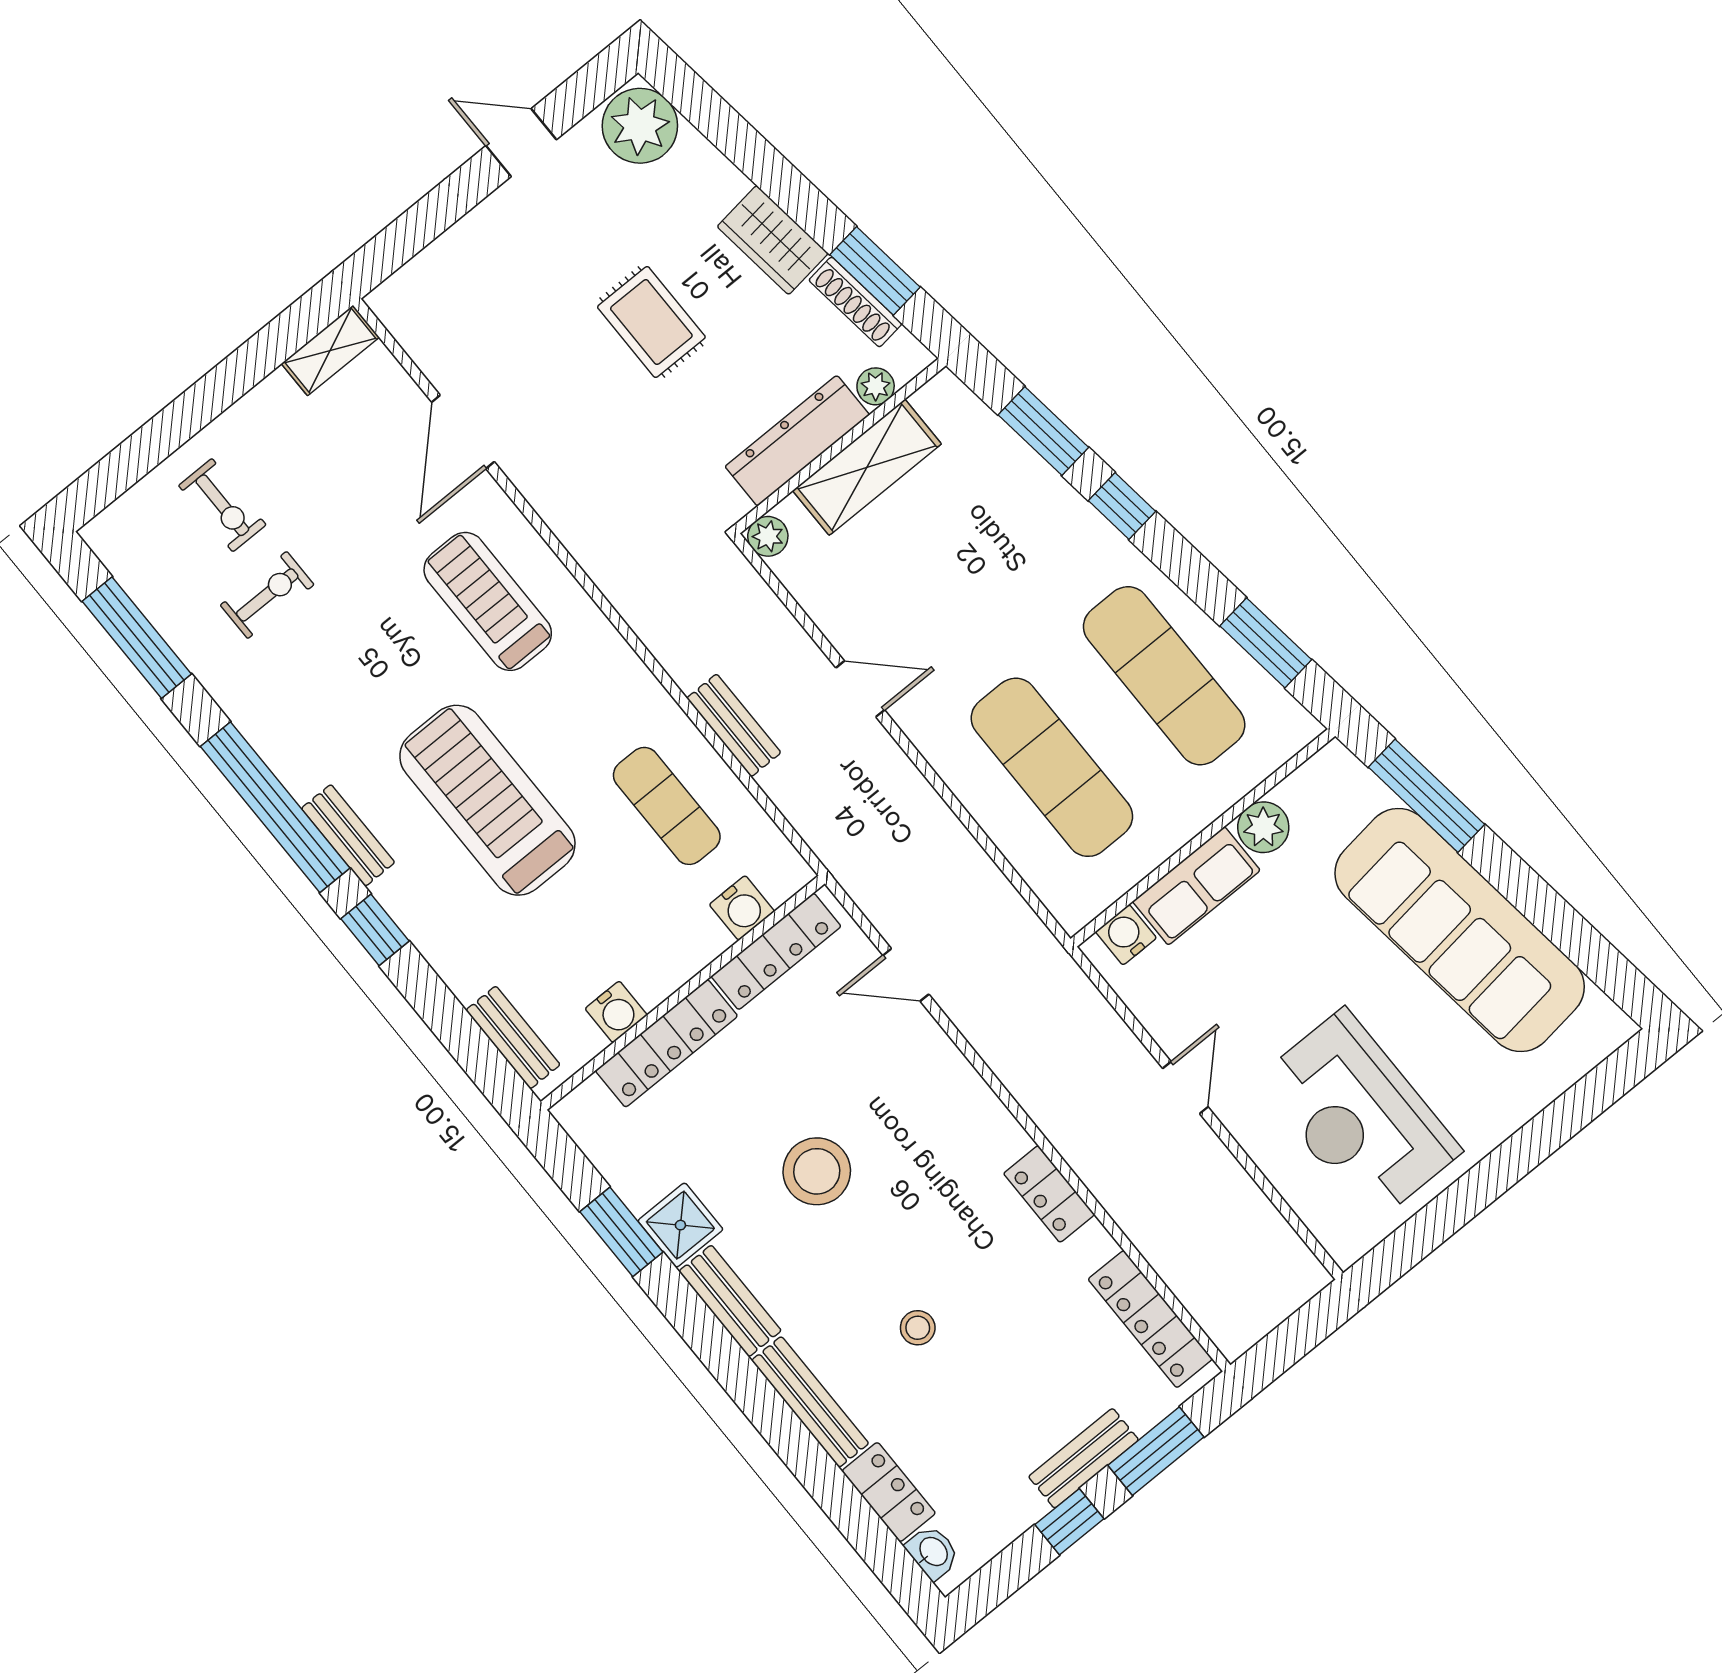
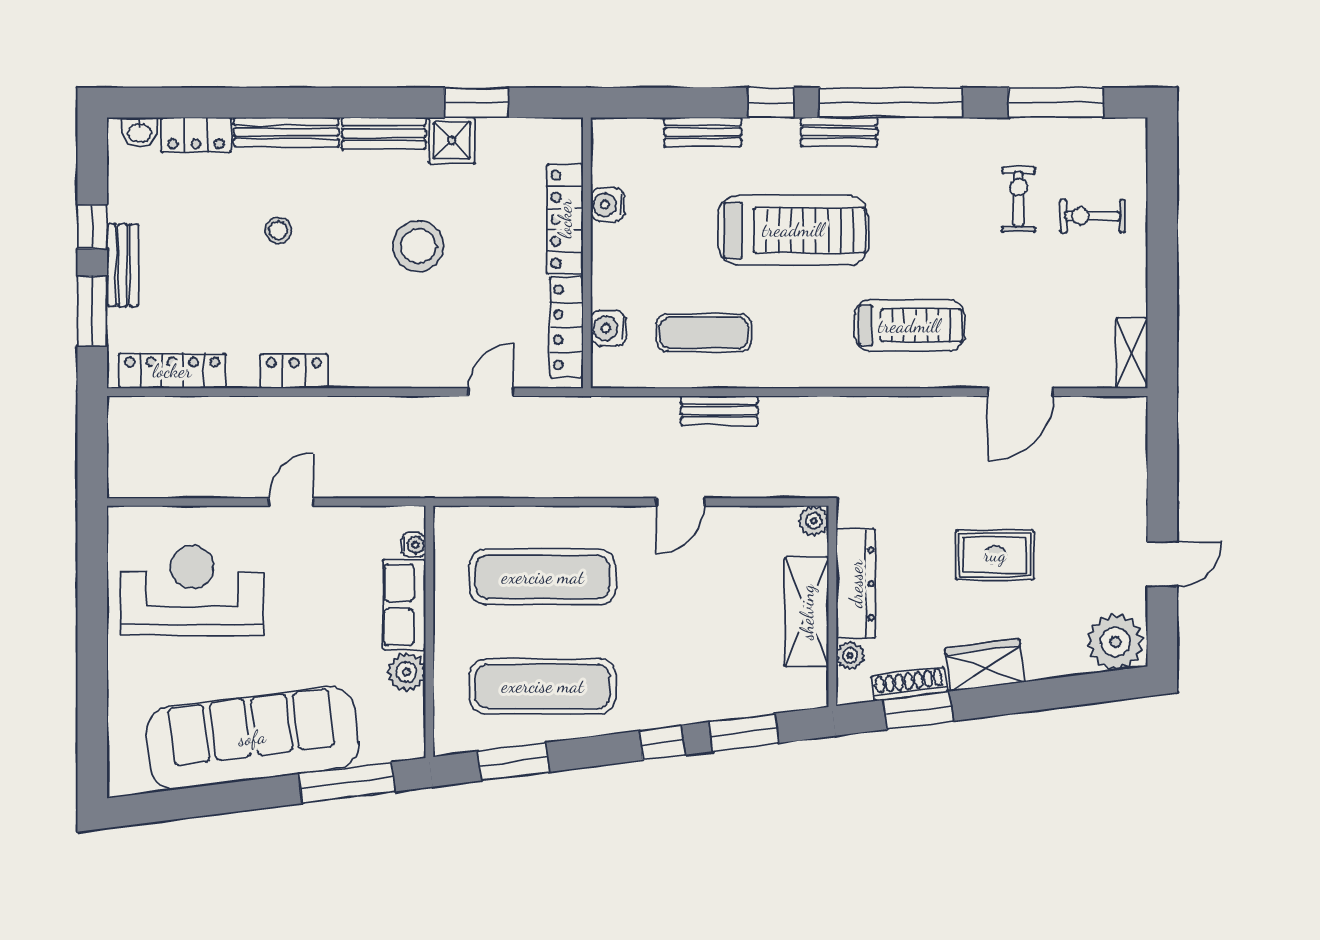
door: (463, 432) -> (1021, 392), swing flipped
exercise bike: (267, 595) -> (1019, 199), turned 180
water cooler: (1126, 935) -> (414, 545), width x0.72, depth x0.72
bench: (513, 1037) -> (703, 132), moved
door: (1185, 1088) -> (291, 502), swing flipped

